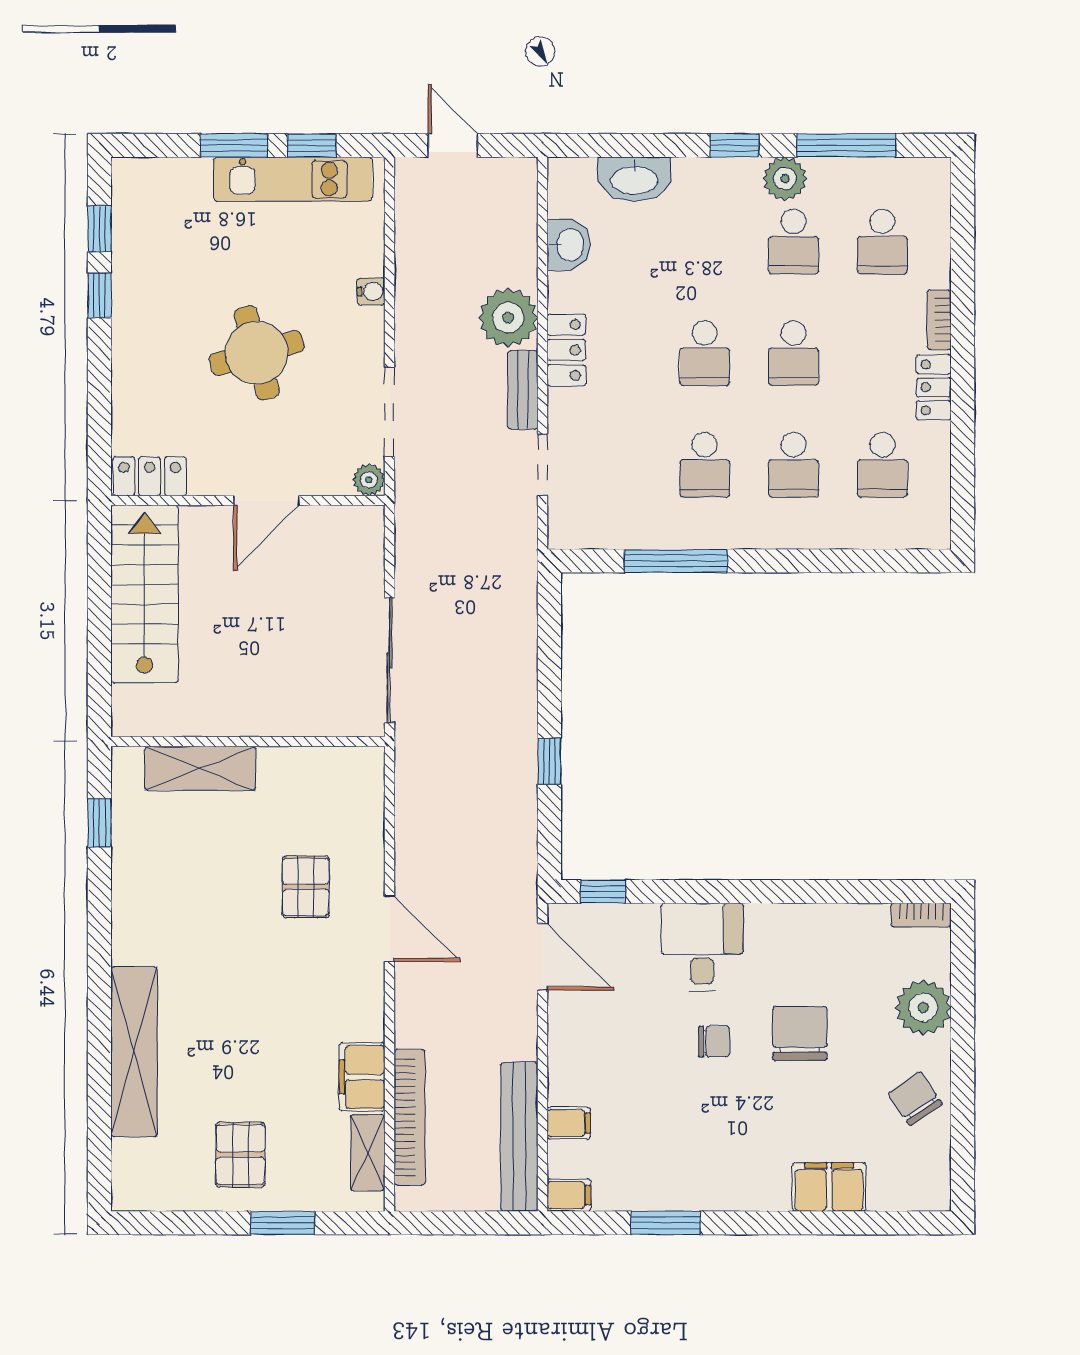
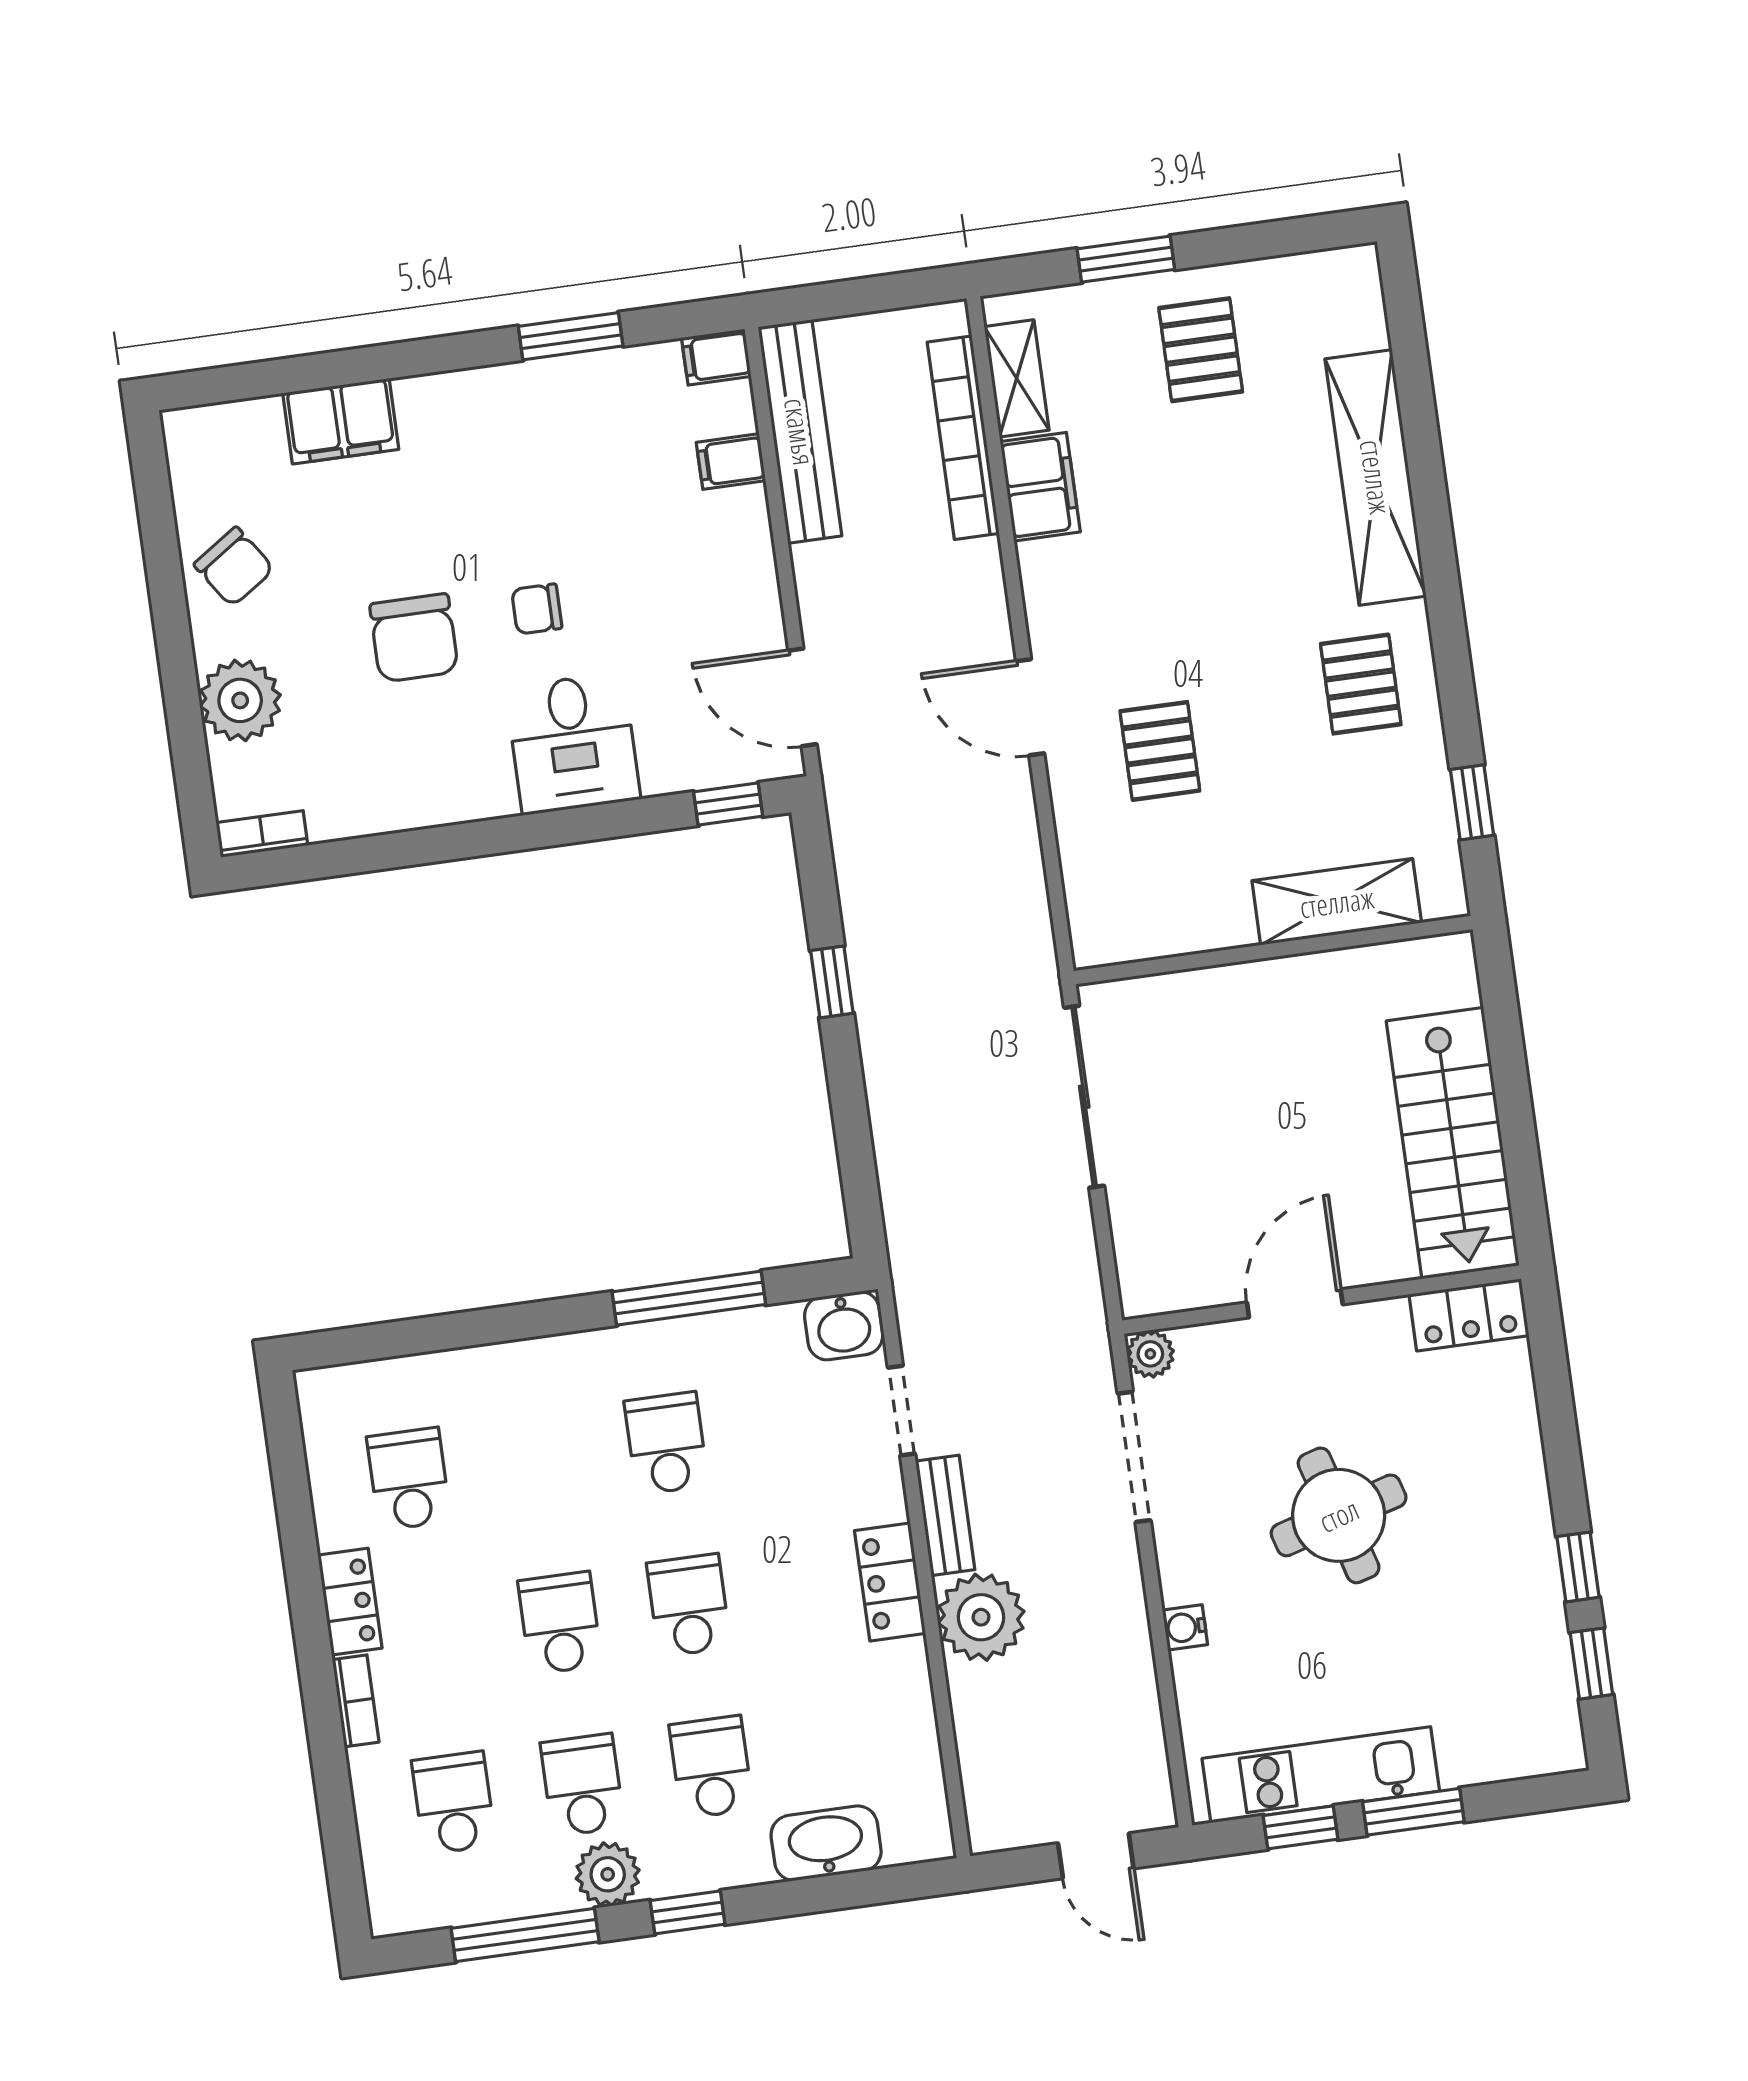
washbasin: (569, 245) -> (844, 1326), moved, turned -90
school desk: (794, 465) -> (711, 1767), moved
pallet: (164, 913) -> (1361, 684), added

